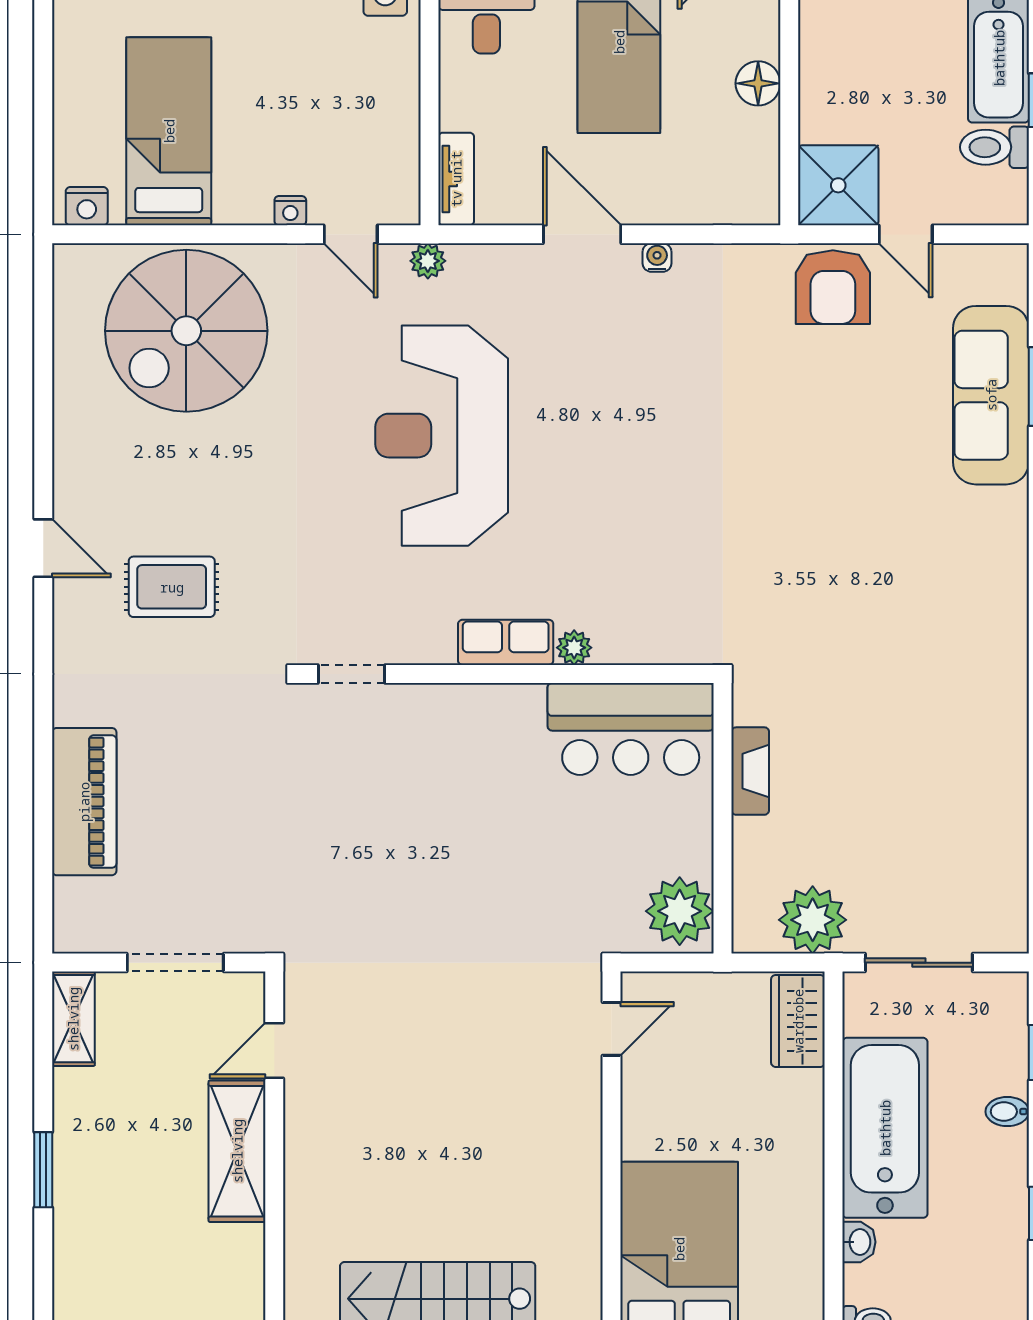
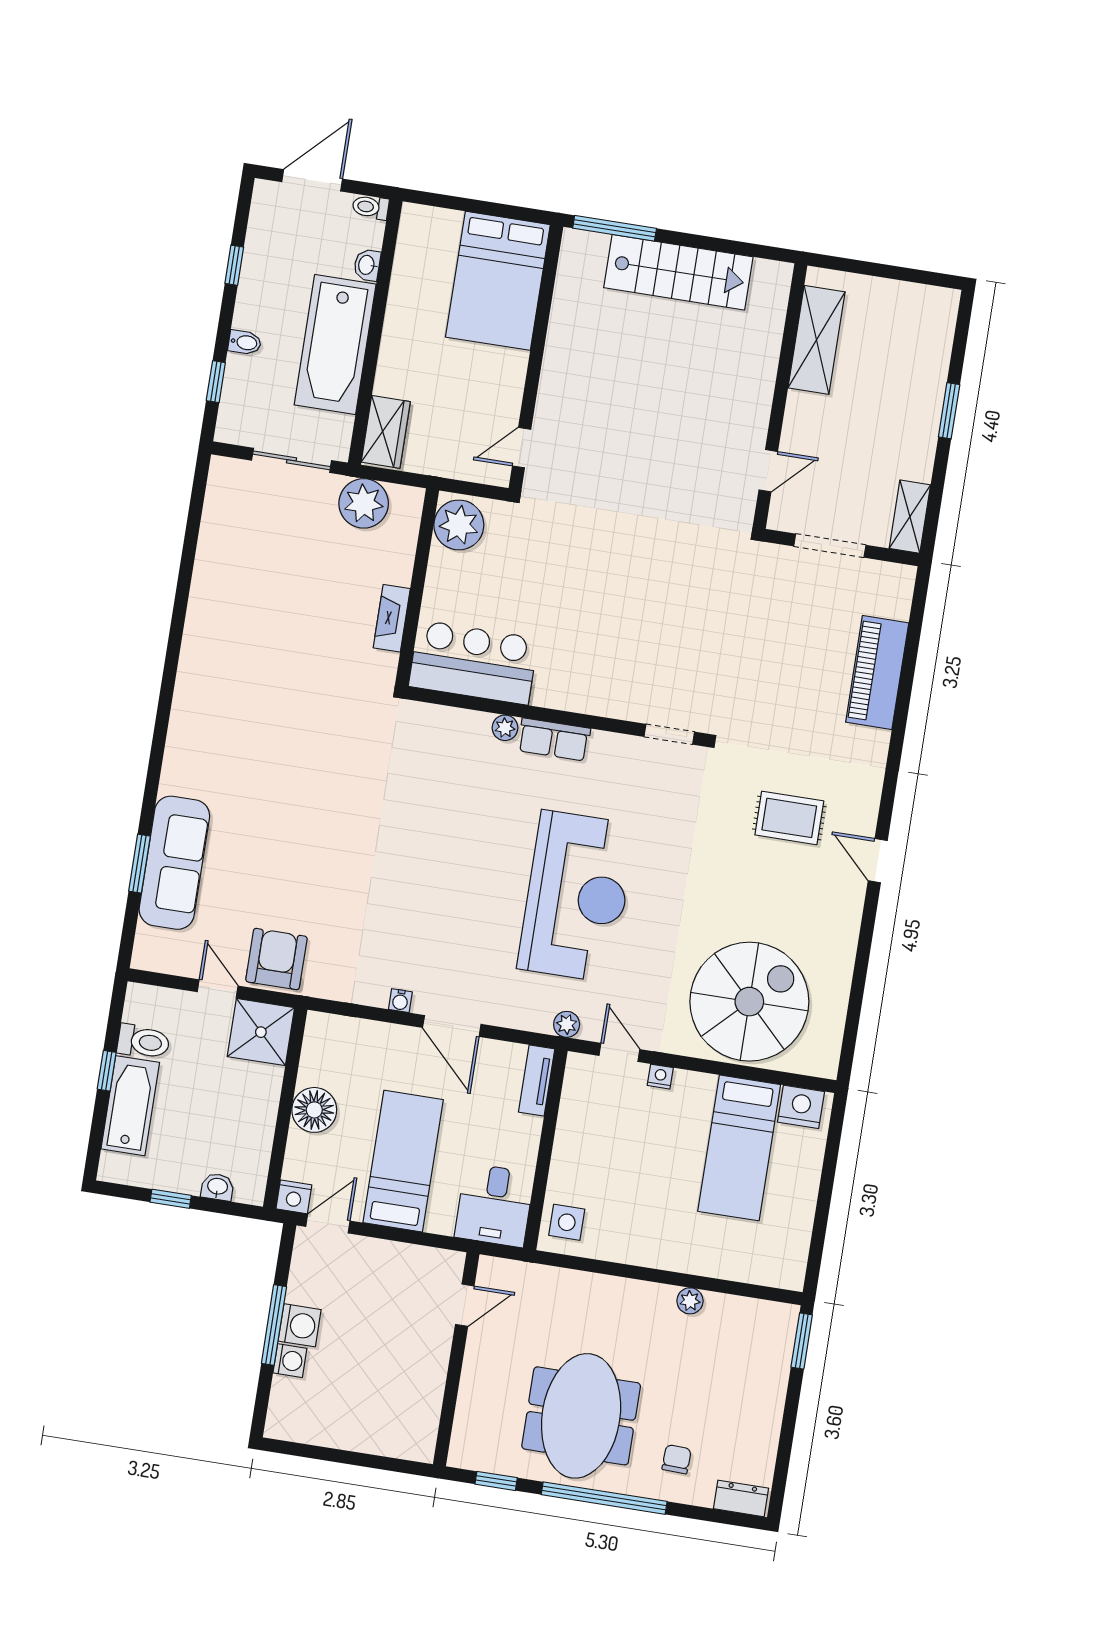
floor lamp: (758, 83) -> (314, 1110), width x1.38, depth x1.38
nightstand: (87, 206) -> (801, 1107), width x1.36, depth x1.33
shelving: (237, 1151) -> (817, 340), moved

